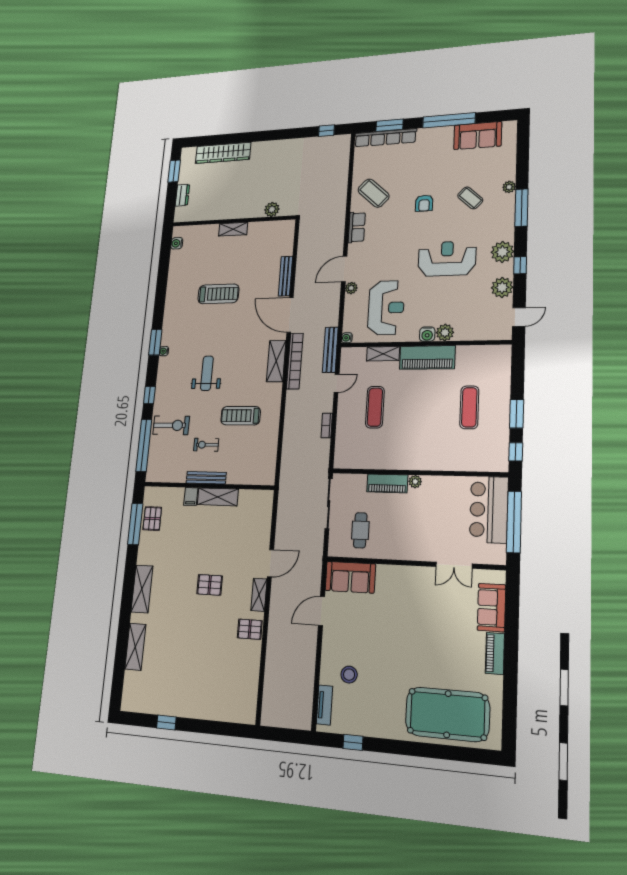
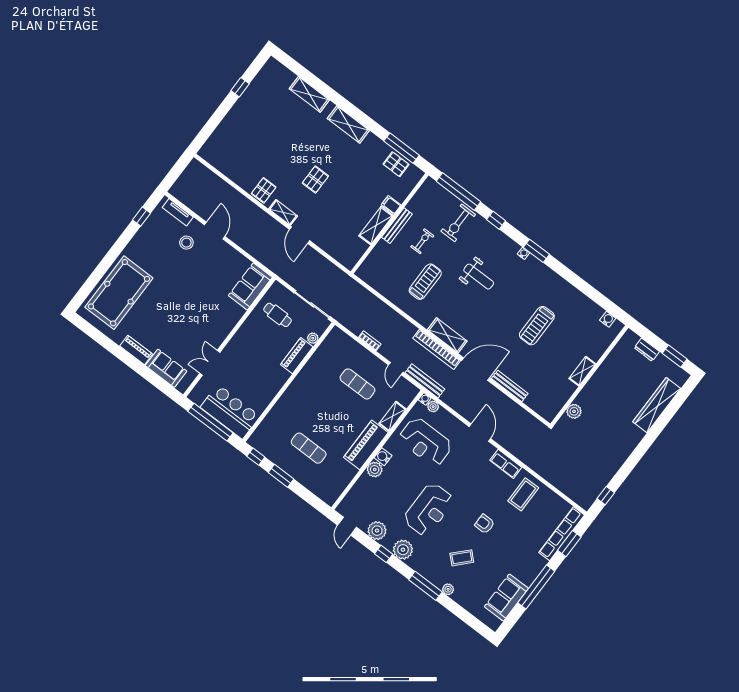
coffee table: (374, 193) -> (523, 494), turned -43
plant: (351, 288) -> (433, 407), moved
plant: (415, 482) -> (313, 338), moved
door: (321, 611) -> (215, 231), moved

